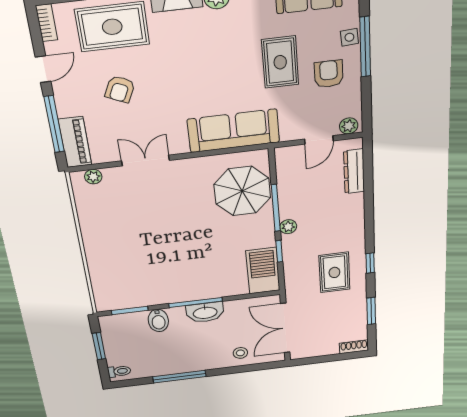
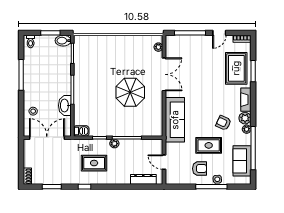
door: (43, 69) -> (219, 33), hinge flipped
armchair: (120, 89) -> (223, 123), moved
plant: (349, 126) -> (170, 177), removed
piano: (75, 142) -> (179, 41), removed
double door: (145, 161) -> (164, 74), width x1.37
parasol: (242, 191) -> (130, 92), moved
barbecue: (263, 271) -> (81, 131), width x0.53, depth x0.65
rug: (334, 272) -> (94, 163), moved
washbasin: (205, 312) -> (65, 105), moved
bidet: (158, 320) -> (63, 41), moved

